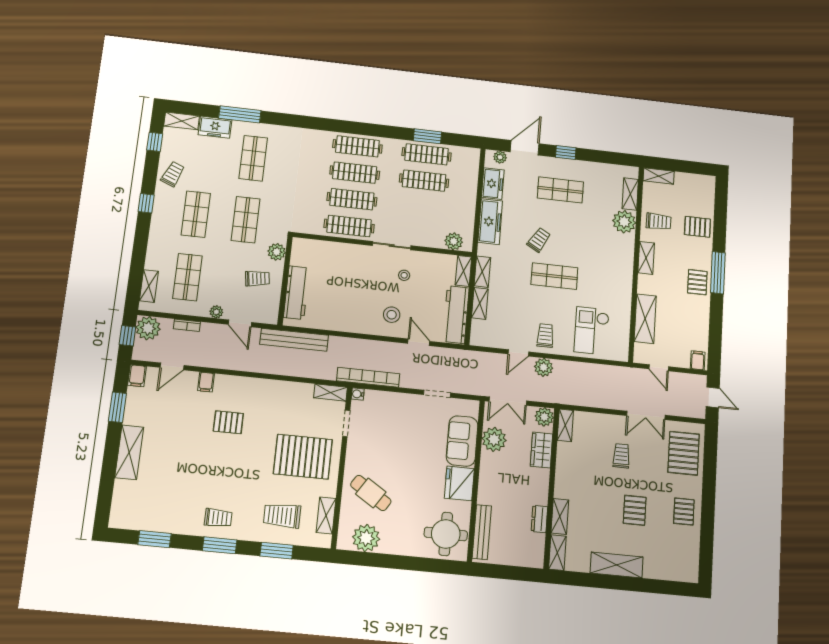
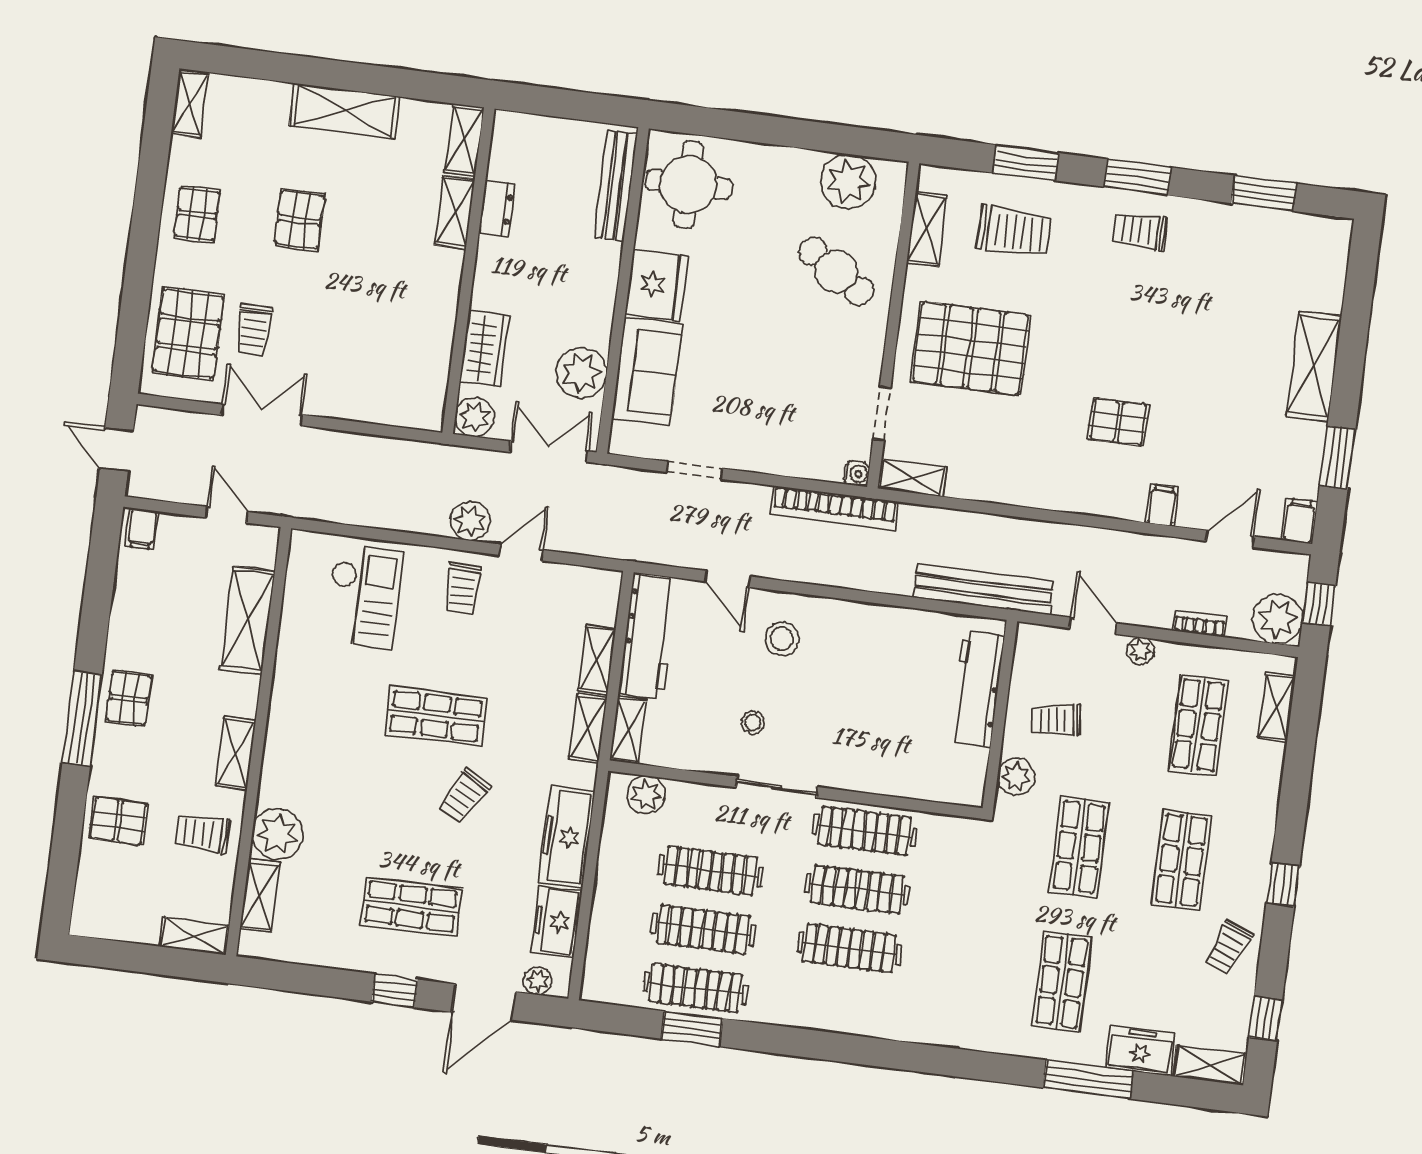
clothes rail: (357, 146) -> (711, 871), moved
shelving: (565, 425) -> (190, 104), moved
trolley: (621, 456) -> (254, 330), moved

